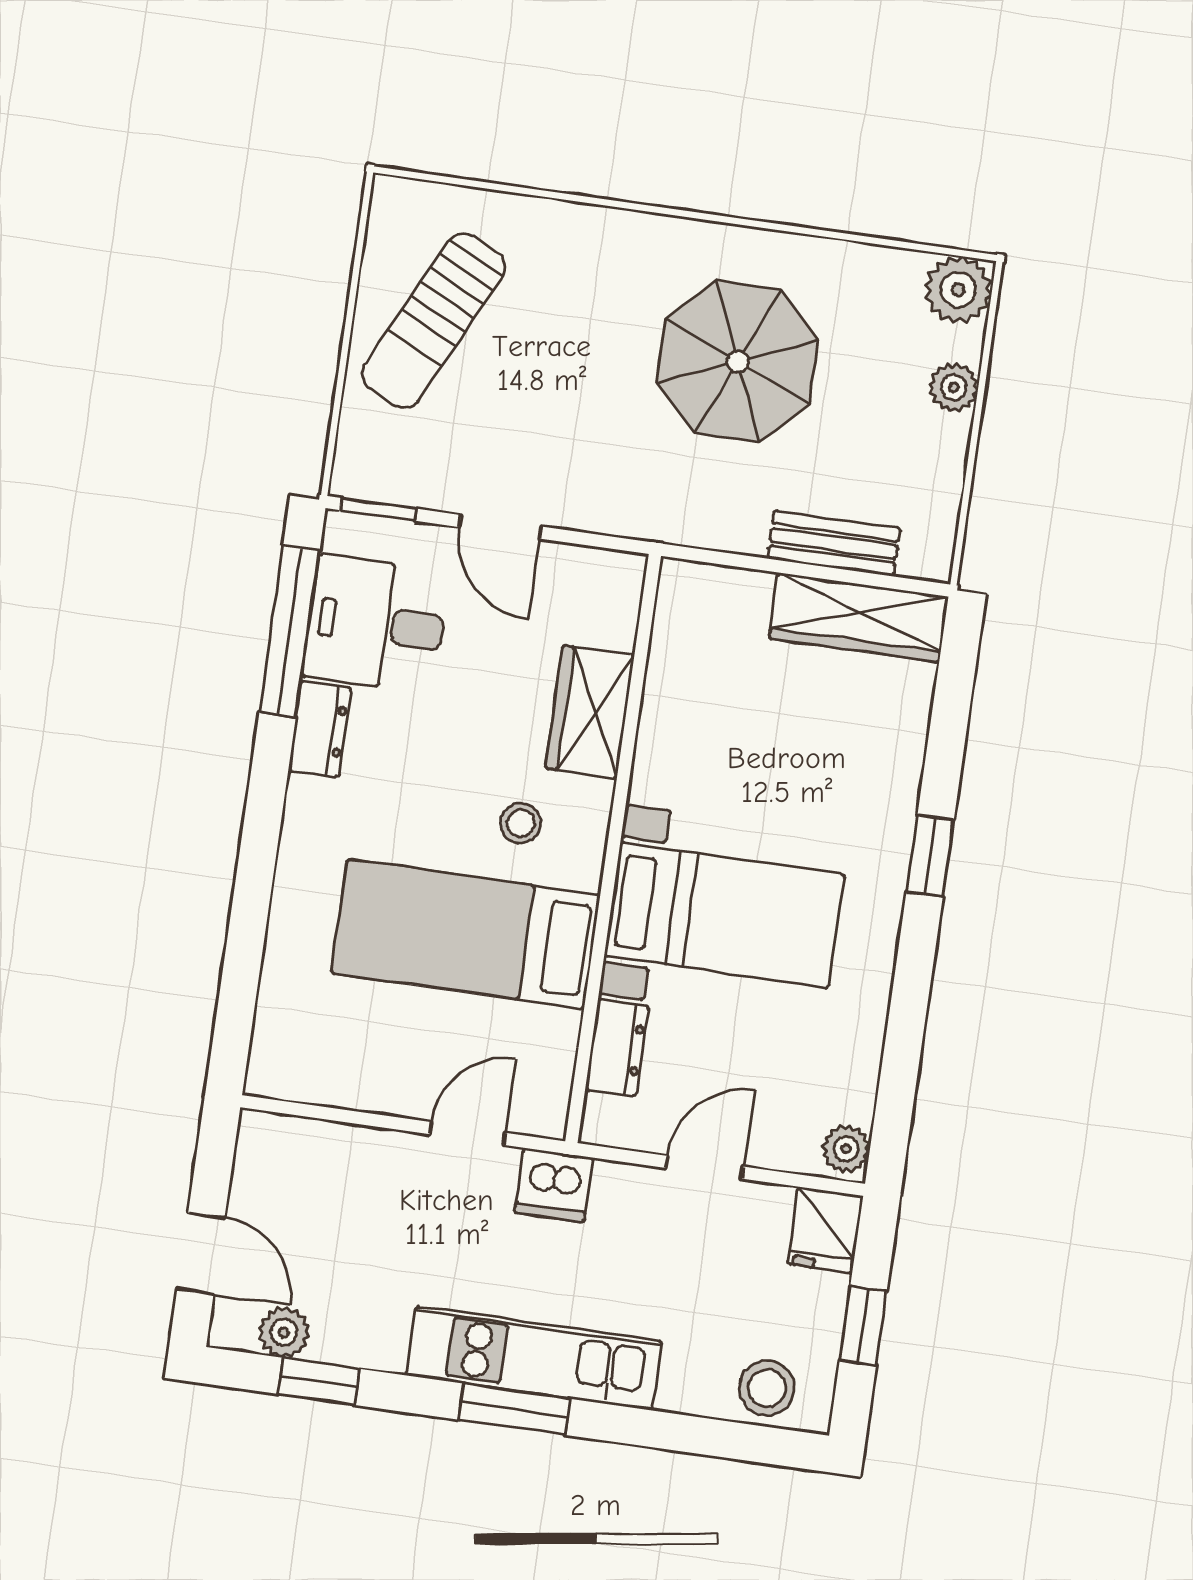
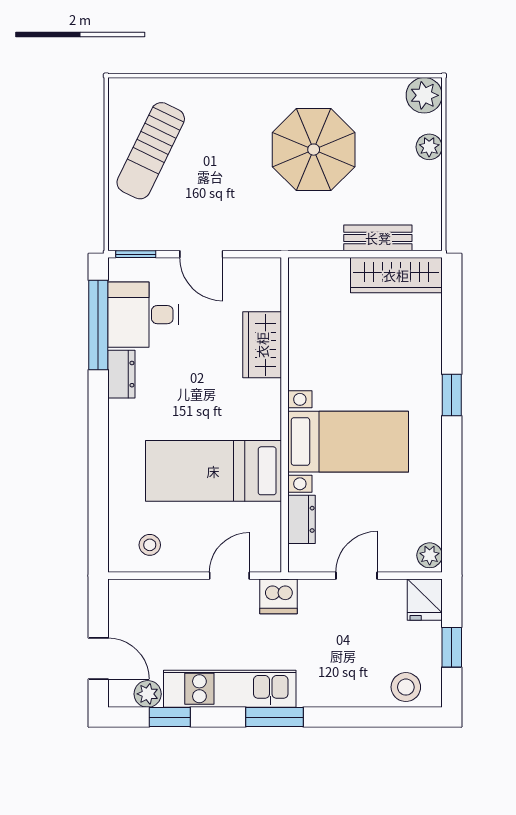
stool: (521, 823) -> (150, 545), moved
kitchen unit: (534, 1358) -> (230, 689), moved

